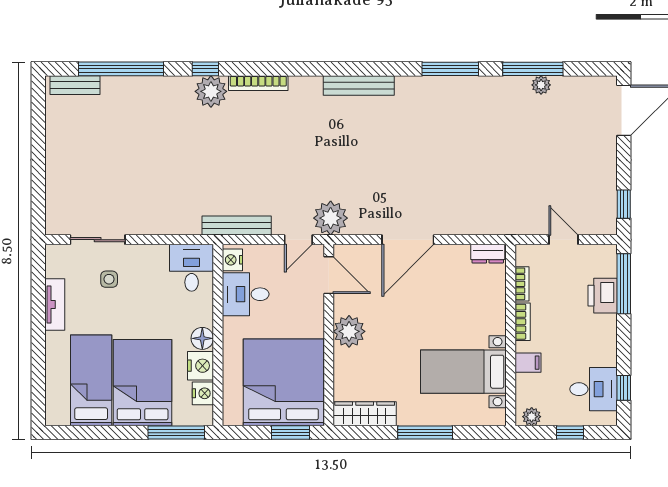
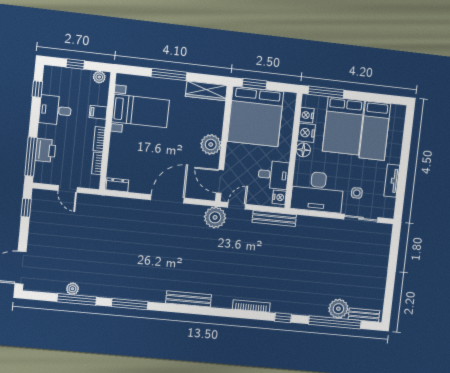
plant: (211, 91) -> (338, 309), moved
desk: (192, 268) -> (317, 192), width x1.87, depth x1.30
desk: (594, 389) -> (55, 110), moved

